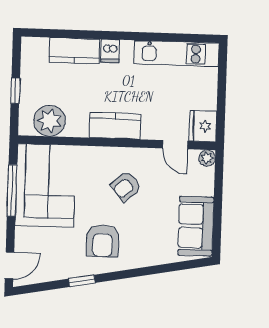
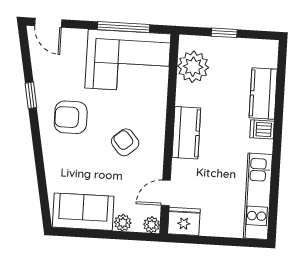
plant: (206, 187) -> (123, 223), added

